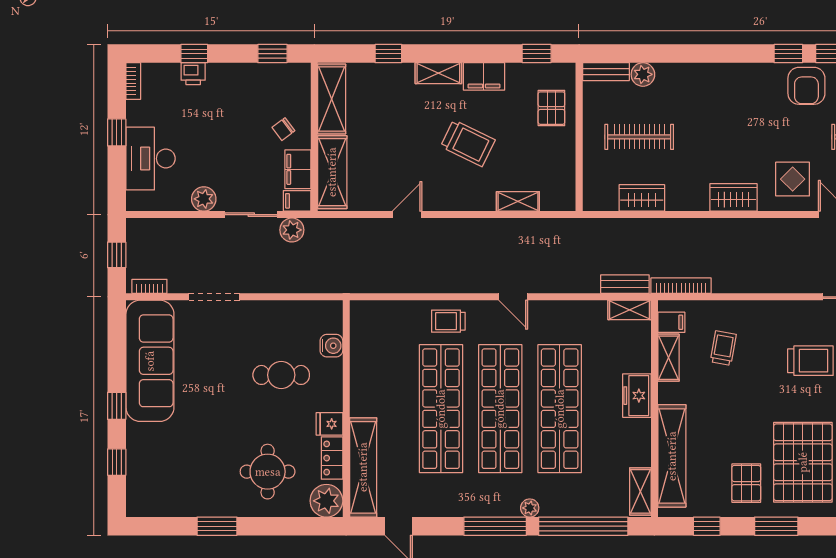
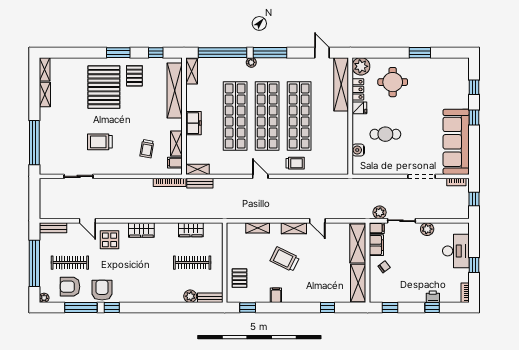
shelving: (438, 73) -> (294, 228), moved
filing cabinet: (484, 76) -> (276, 295), width x0.50
door: (407, 215) -> (317, 221), hinge flipped

